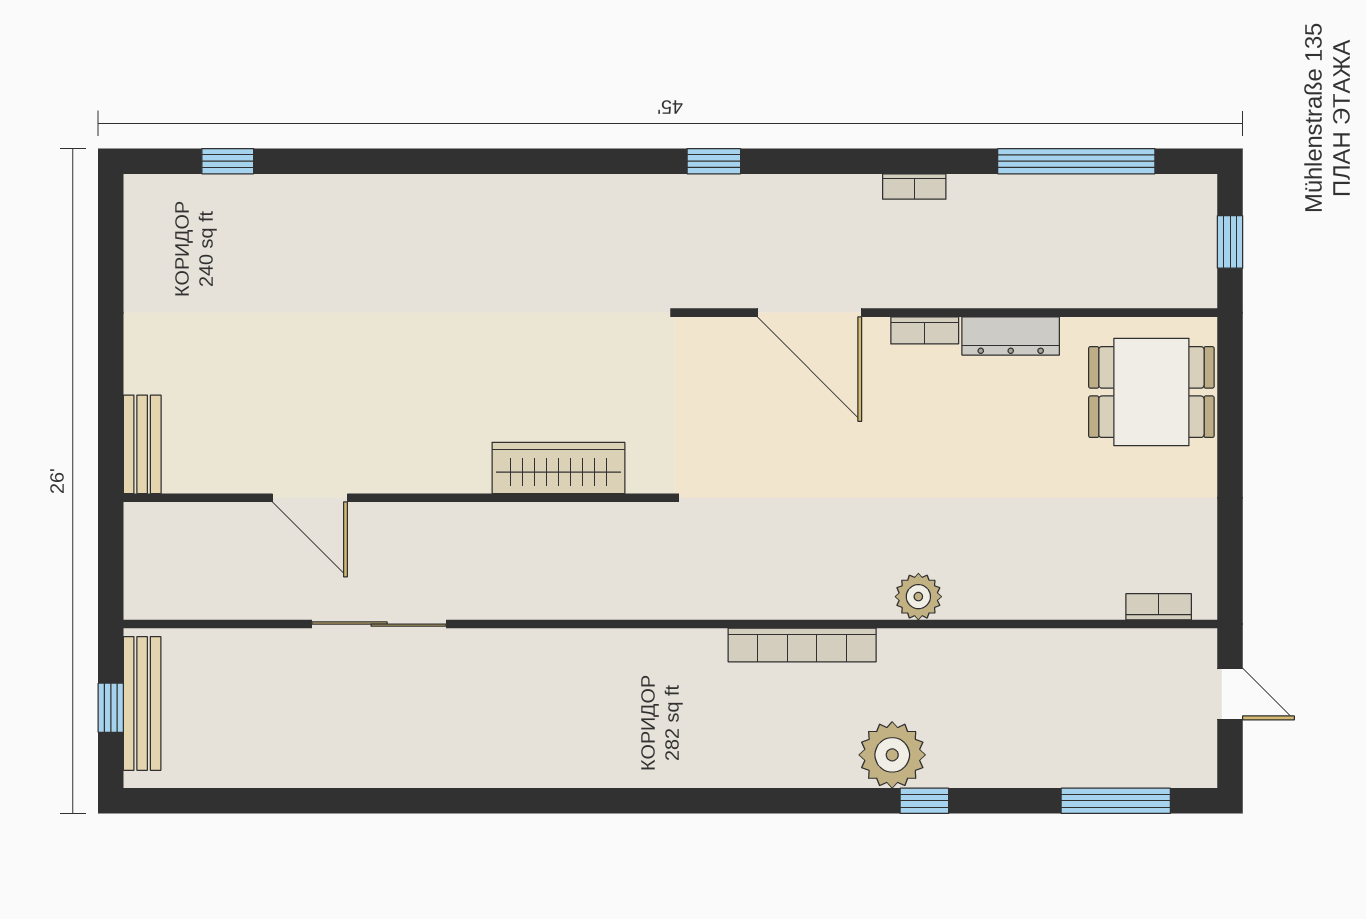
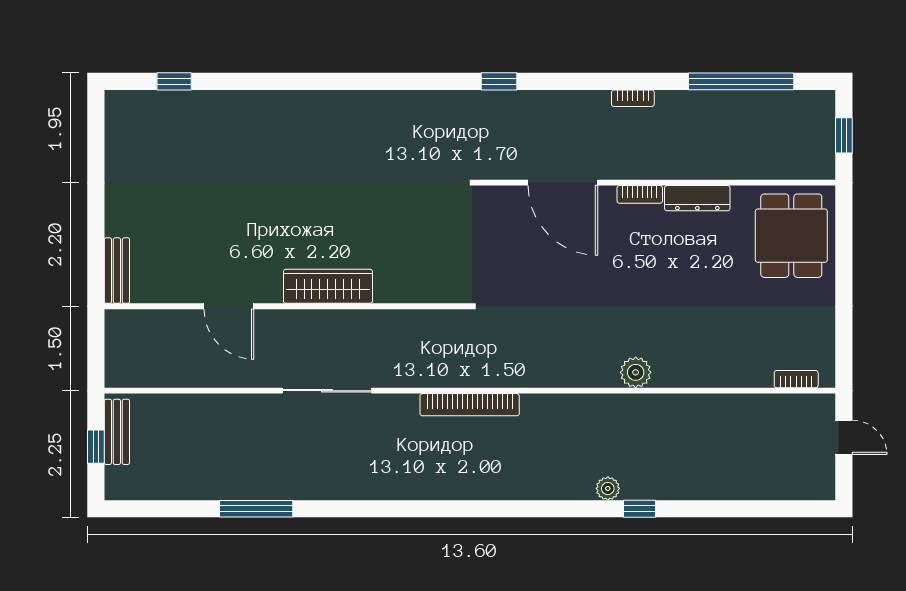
dining table: (1151, 392) -> (791, 236), turned 90
wardrobe: (558, 468) -> (328, 286), moved
sliding door: (379, 624) -> (327, 391), moved
bookcase: (802, 645) -> (470, 405), moved
bench: (142, 703) -> (117, 432), width x0.73
plant: (892, 755) -> (608, 488), width x0.53, depth x0.53
window: (1116, 801) -> (256, 509), moved

